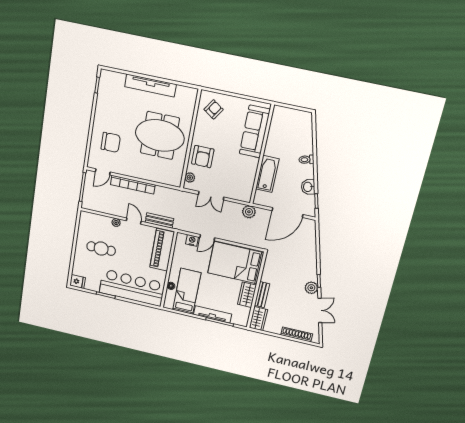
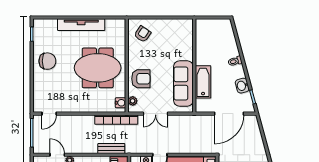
sofa: (255, 132) -> (183, 83), moved
chair: (111, 142) -> (47, 61), moved
armchair: (203, 157) -> (141, 79), turned -90
water cooler: (177, 177) -> (121, 103), added
bookcase: (133, 185) -> (116, 120), moved
plant: (249, 212) -> (194, 121), removed
door: (134, 221) -> (57, 155), moved

